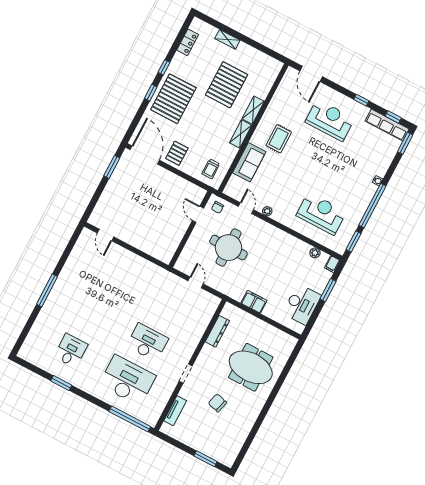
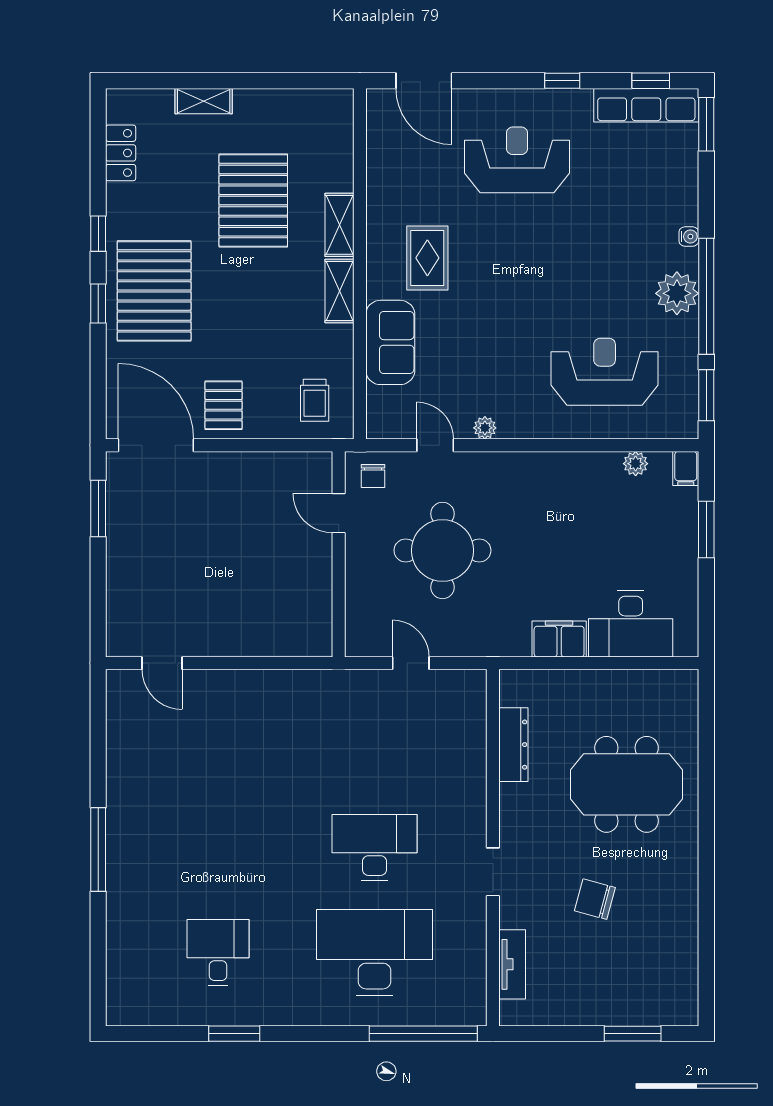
plant: (362, 199) -> (677, 293), added
desk: (302, 304) -> (631, 624), moved, turned 90

